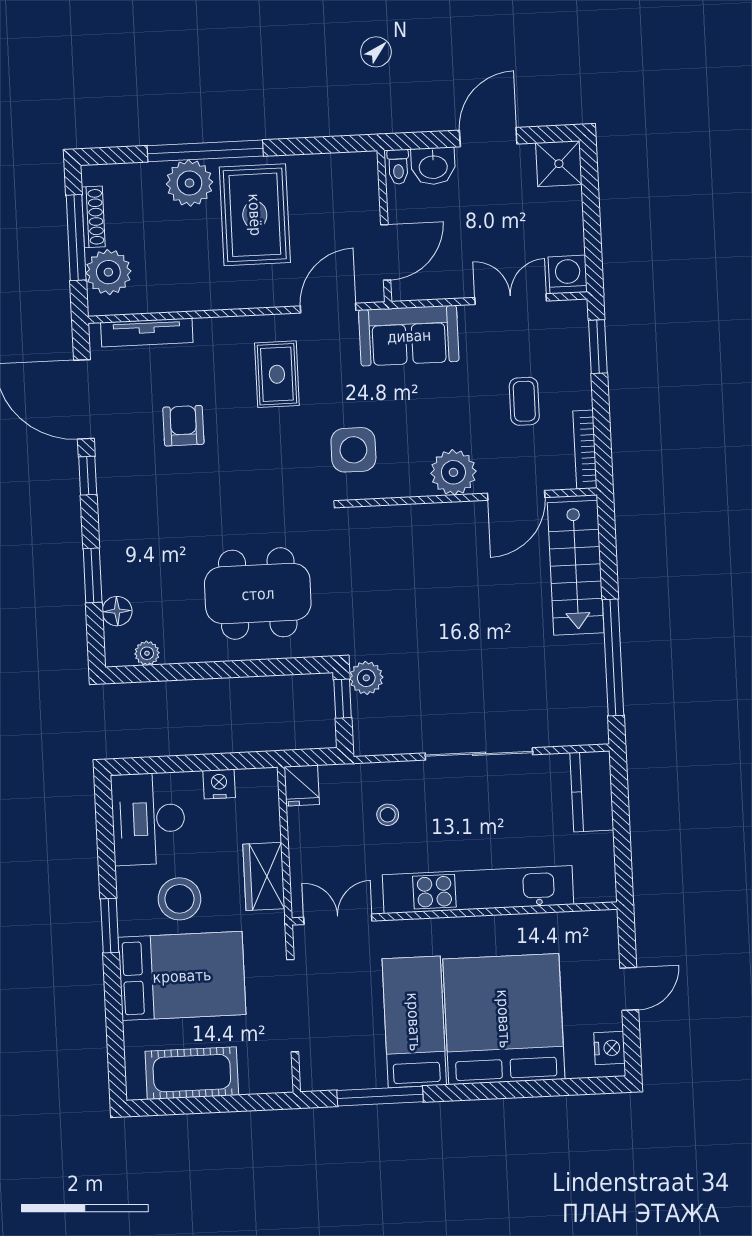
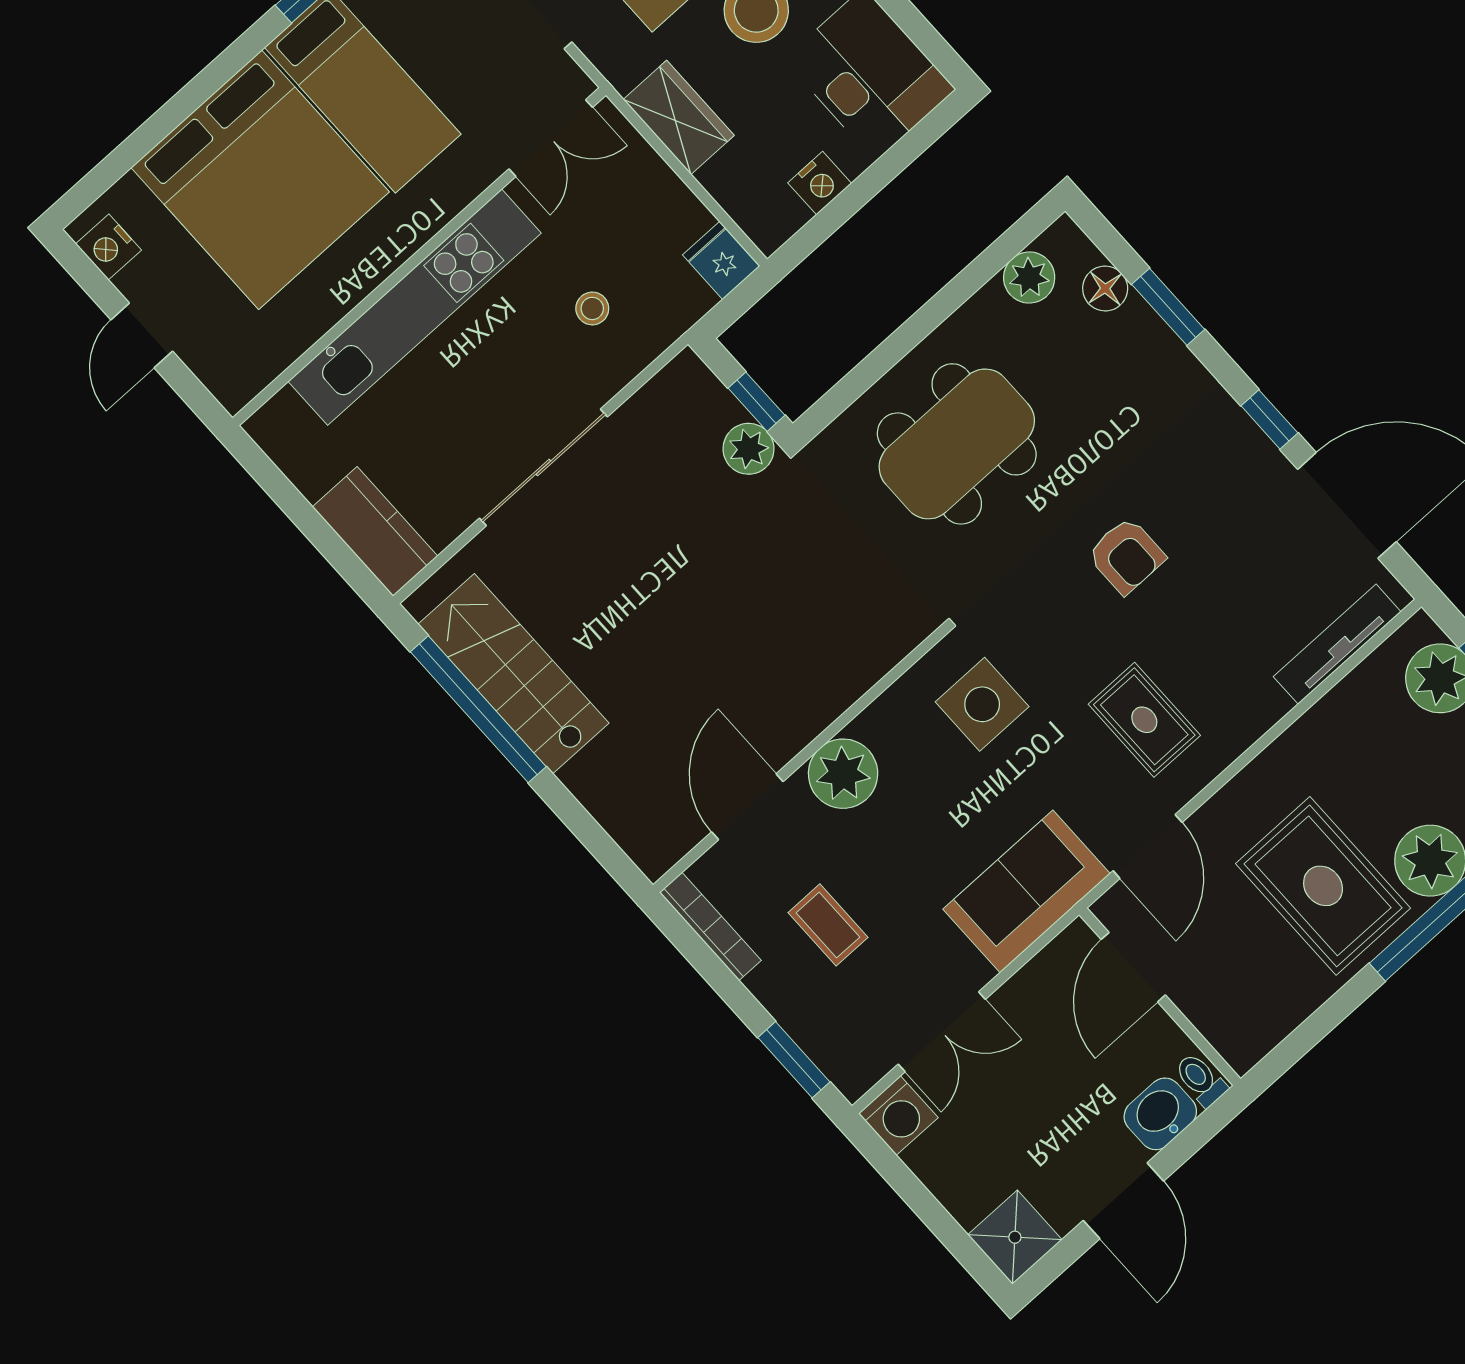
armchair: (183, 426) -> (1126, 556), moved
stairs: (576, 568) -> (514, 674), moved
plant: (147, 653) -> (1029, 278), width x1.38, depth x1.38

